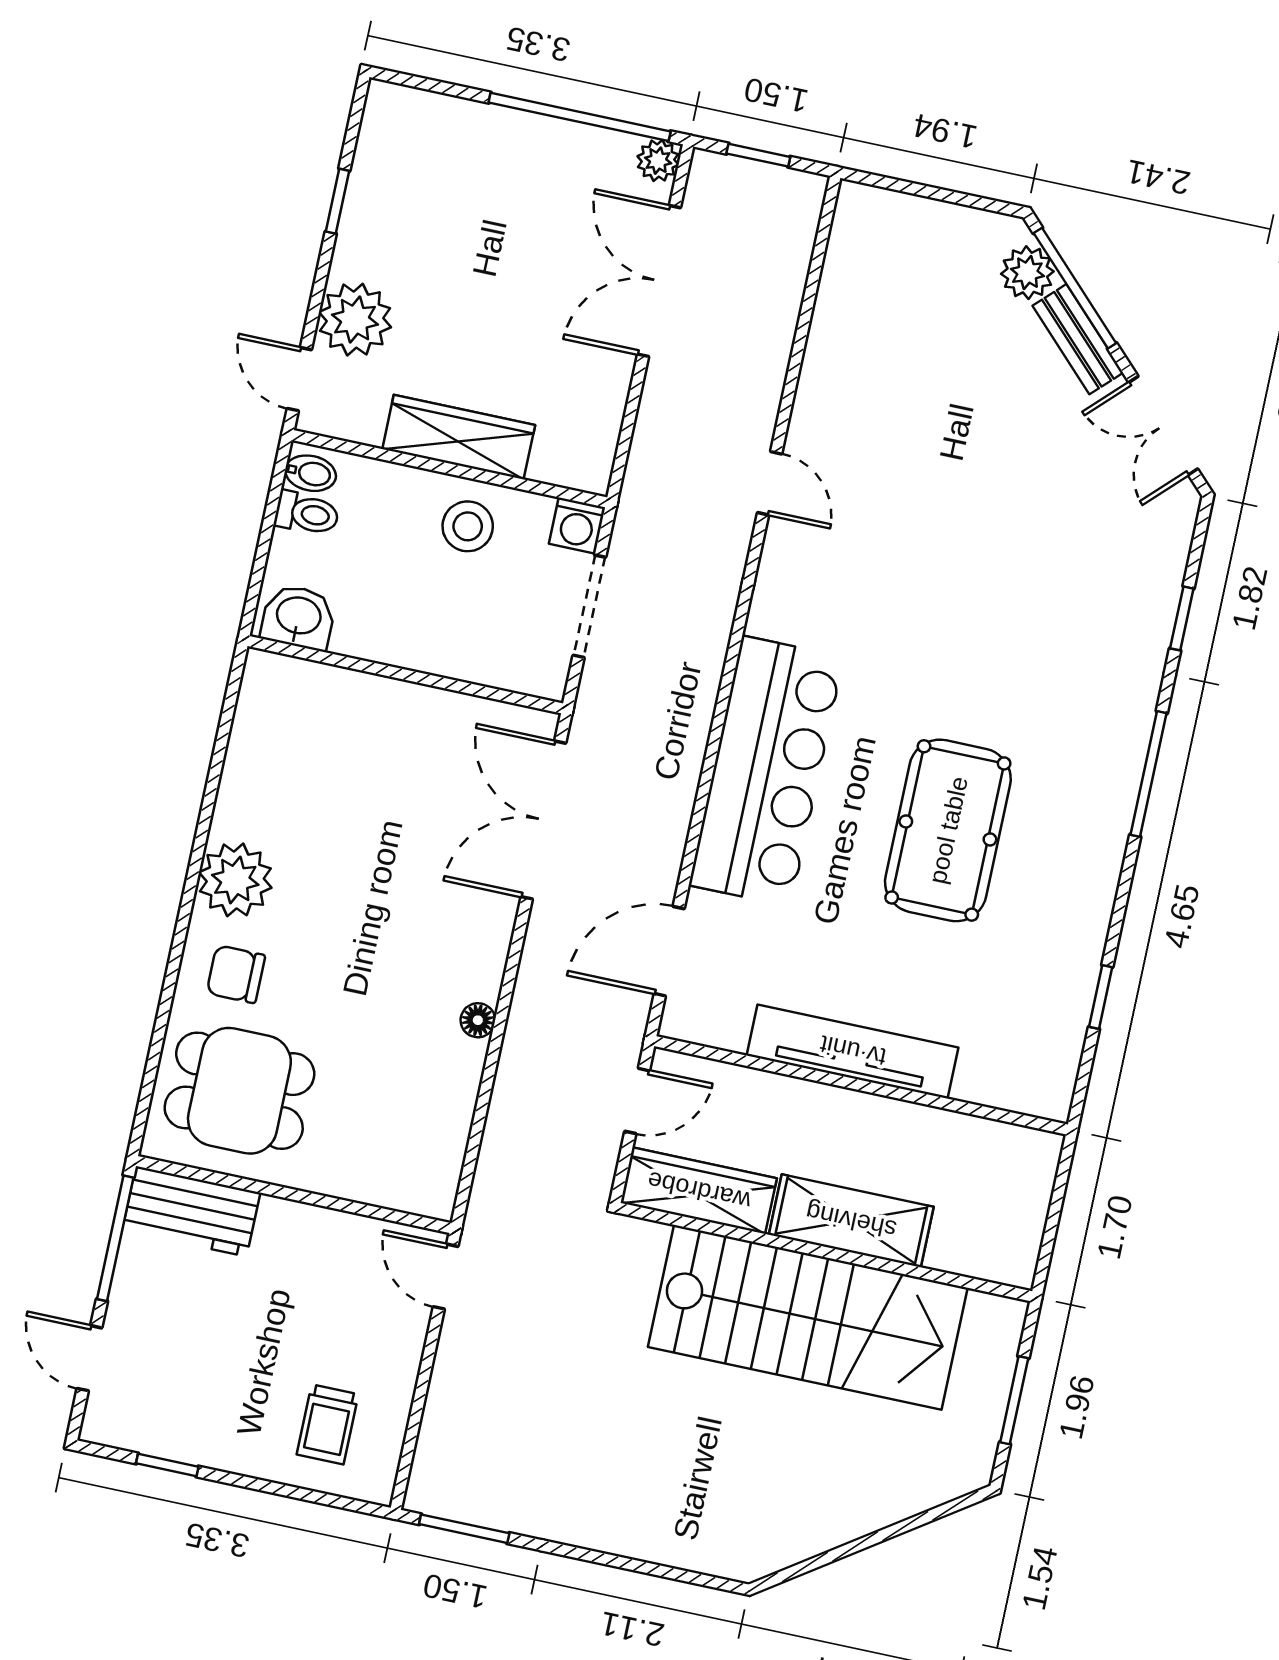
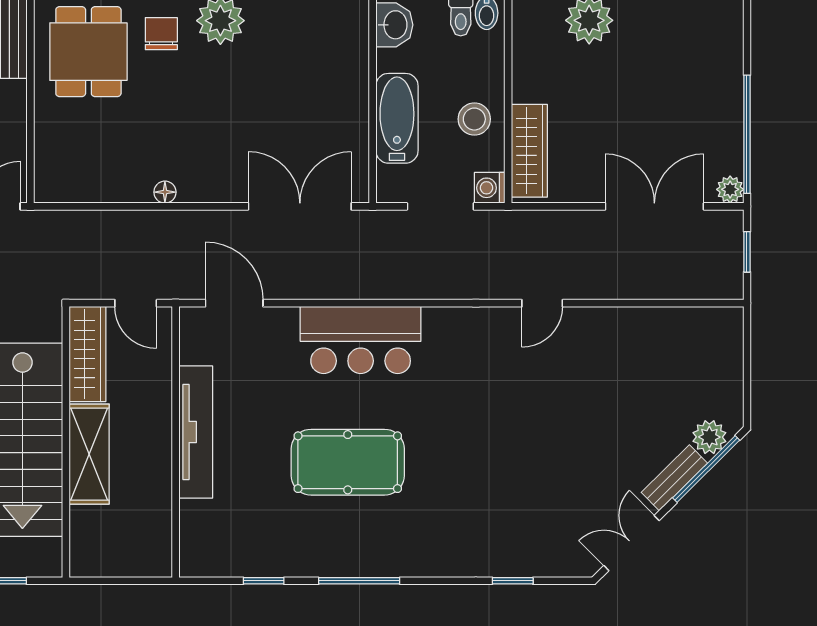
wardrobe: (459, 437) -> (529, 151), moved
bathtub: (441, 644) -> (397, 118), added
bar counter: (766, 771) -> (361, 340), width x0.73
window: (1148, 774) -> (359, 581), moved

